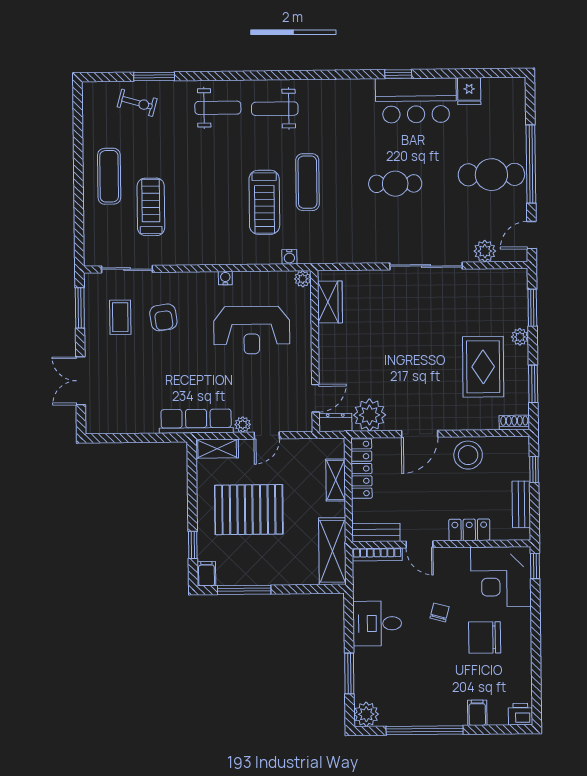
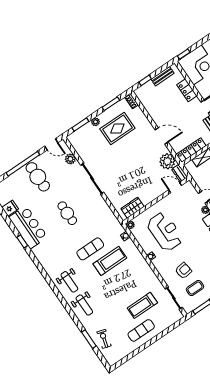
weight bench: (218, 108) -> (84, 305), turned 180
stool: (468, 455) -> (157, 111), removed

